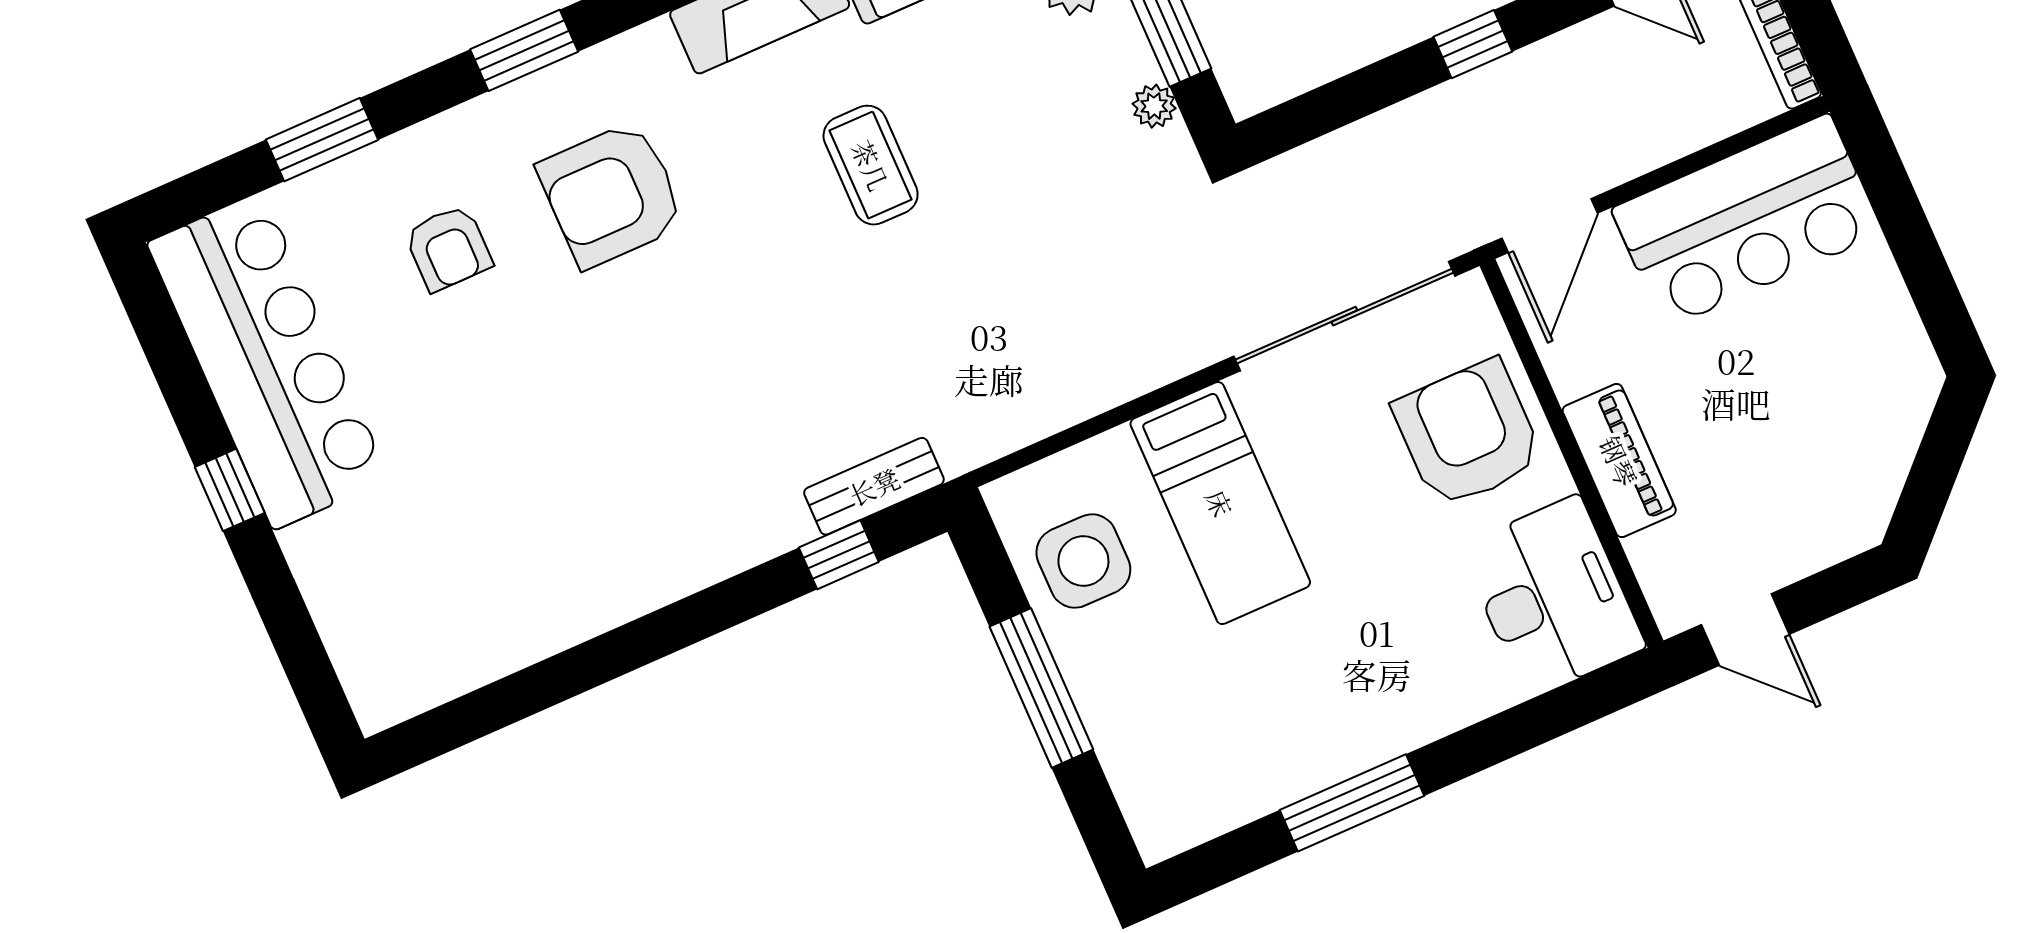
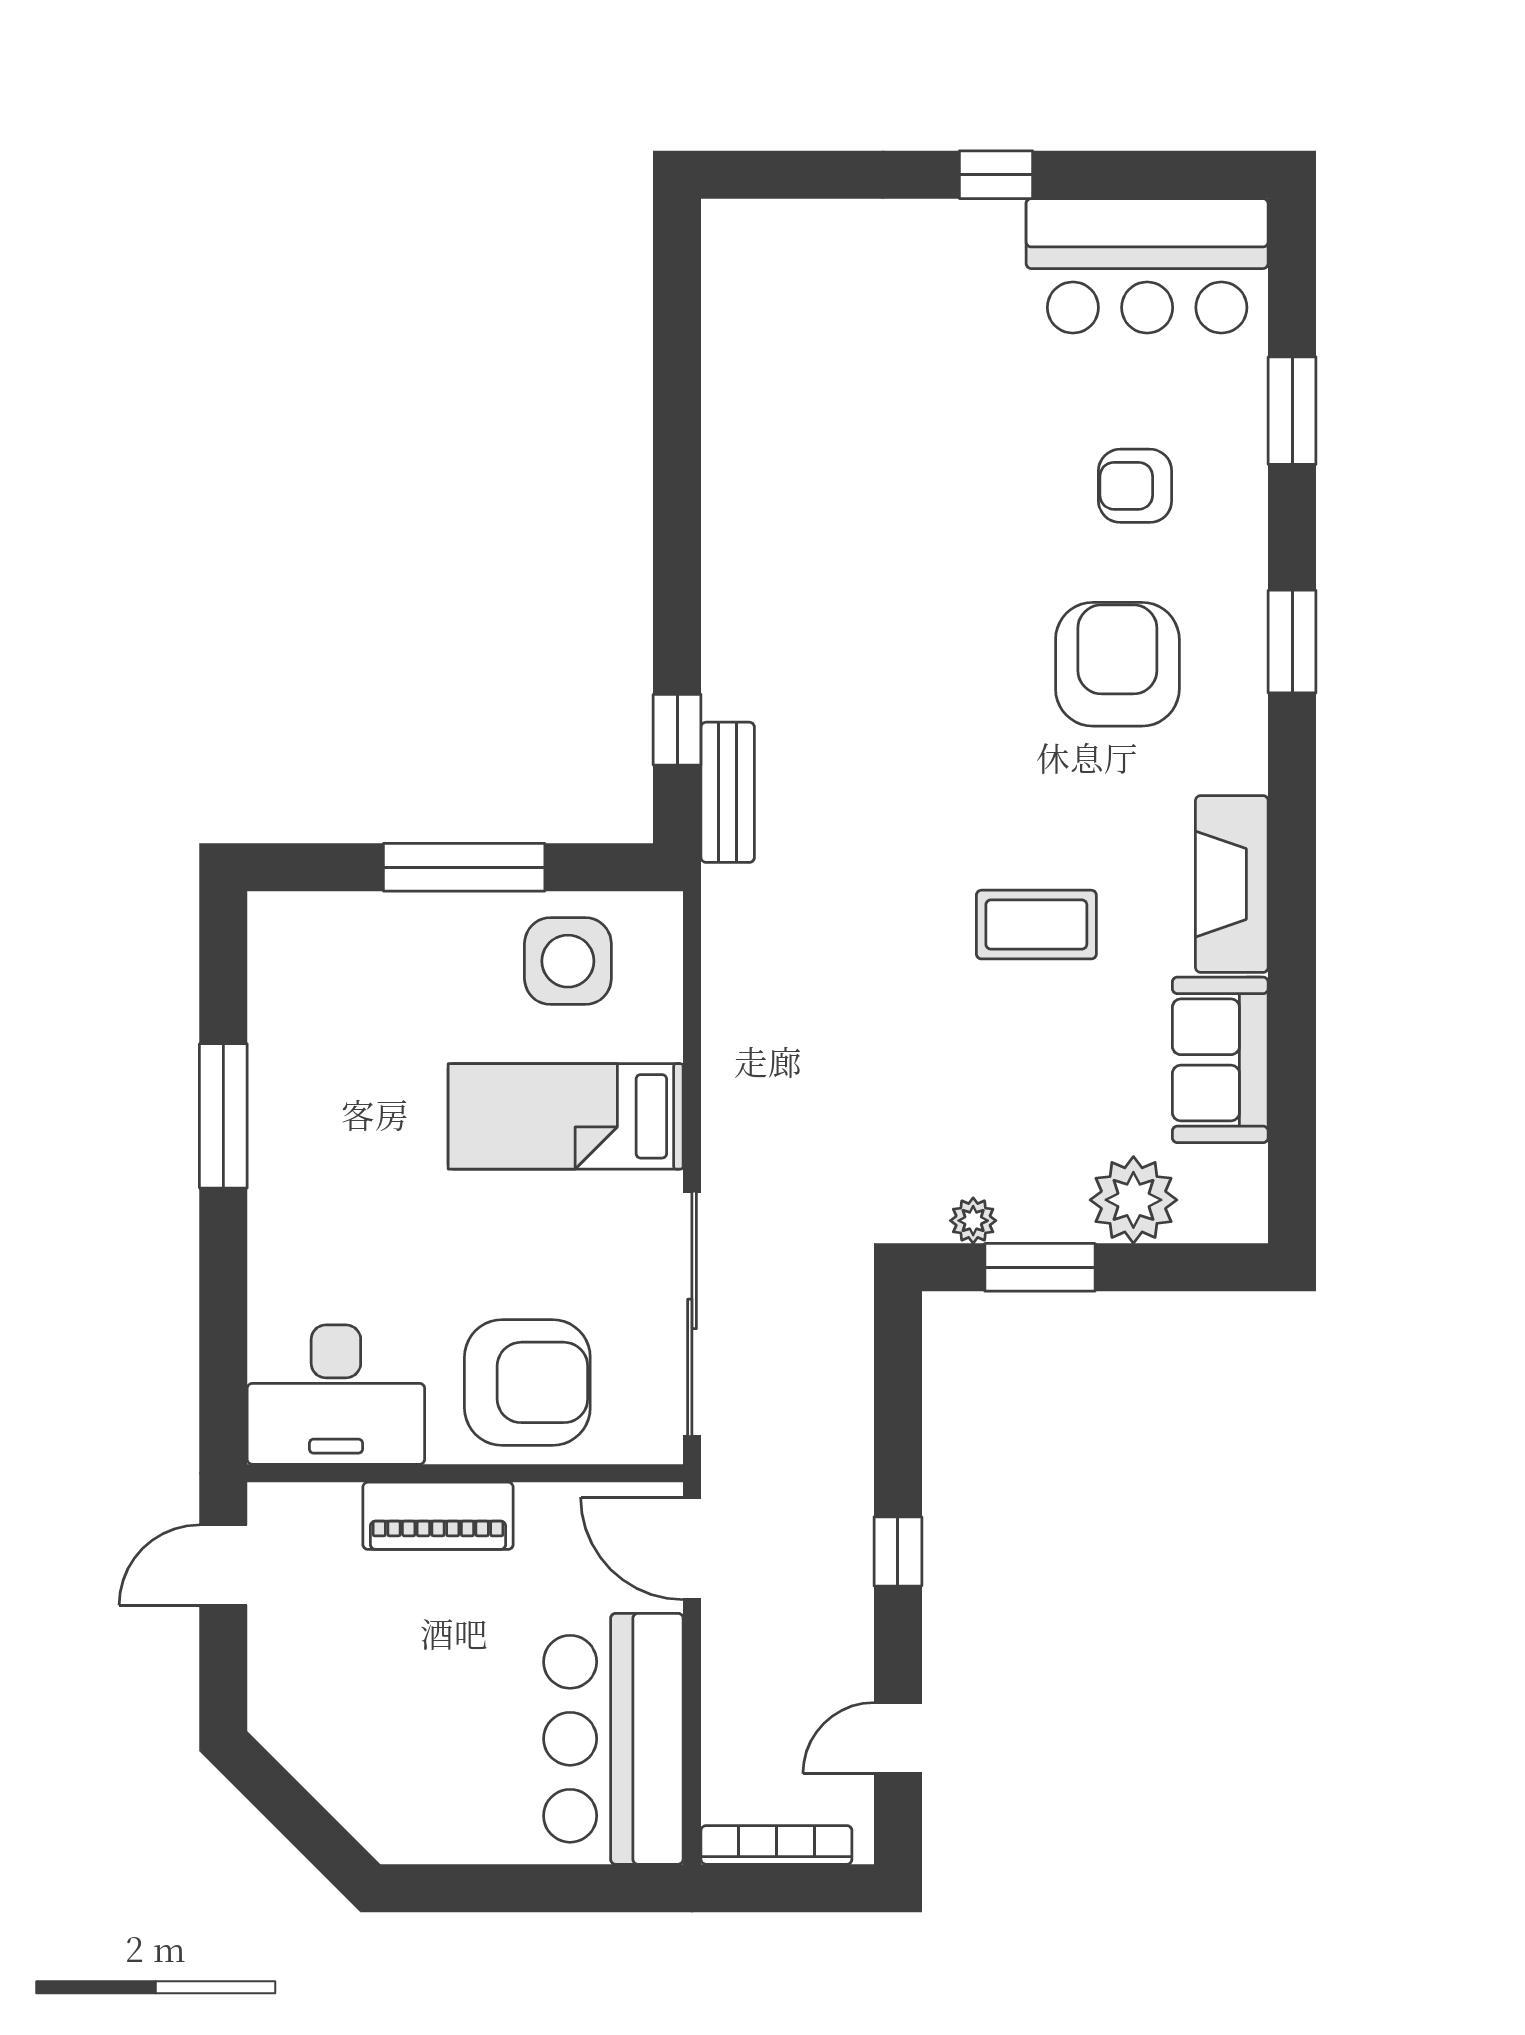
bar counter: (268, 361) -> (1147, 266), width x0.73

